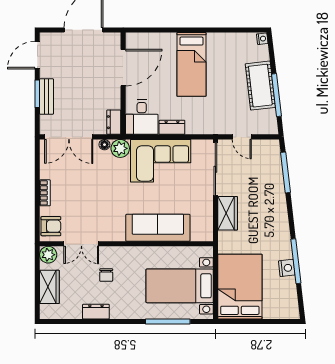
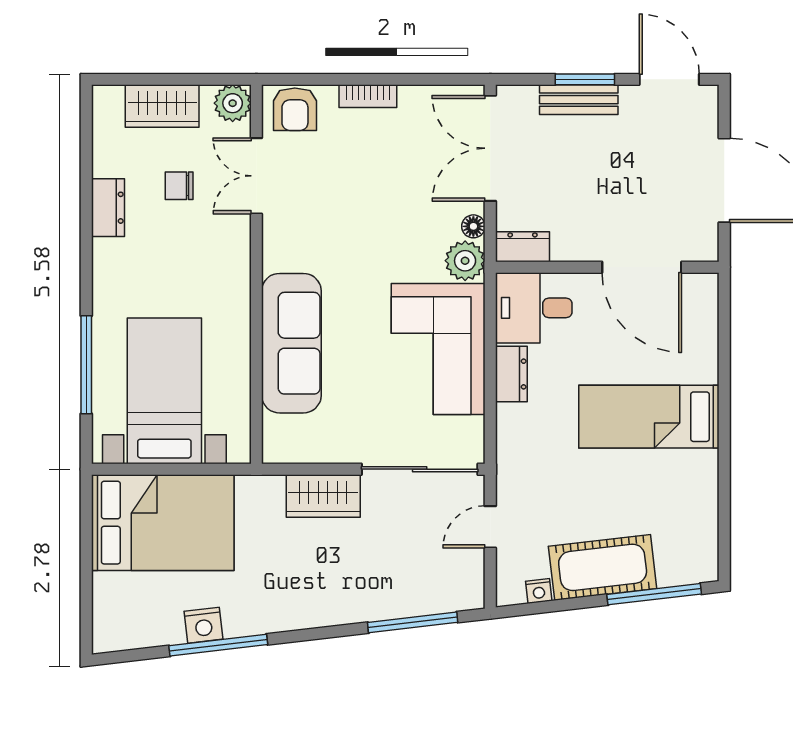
nightstand: (262, 39) -> (539, 591), moved
window: (276, 95) -> (654, 594), moved
chair: (106, 275) -> (179, 186), moved

